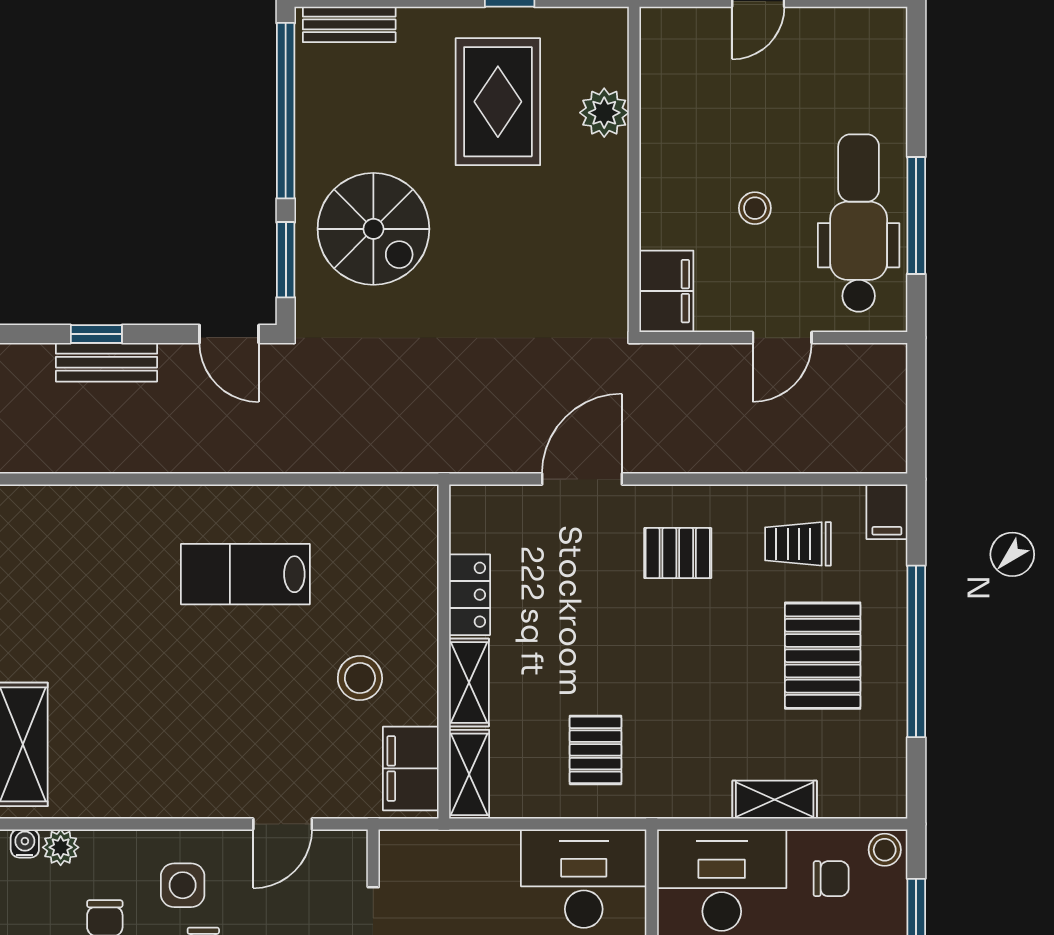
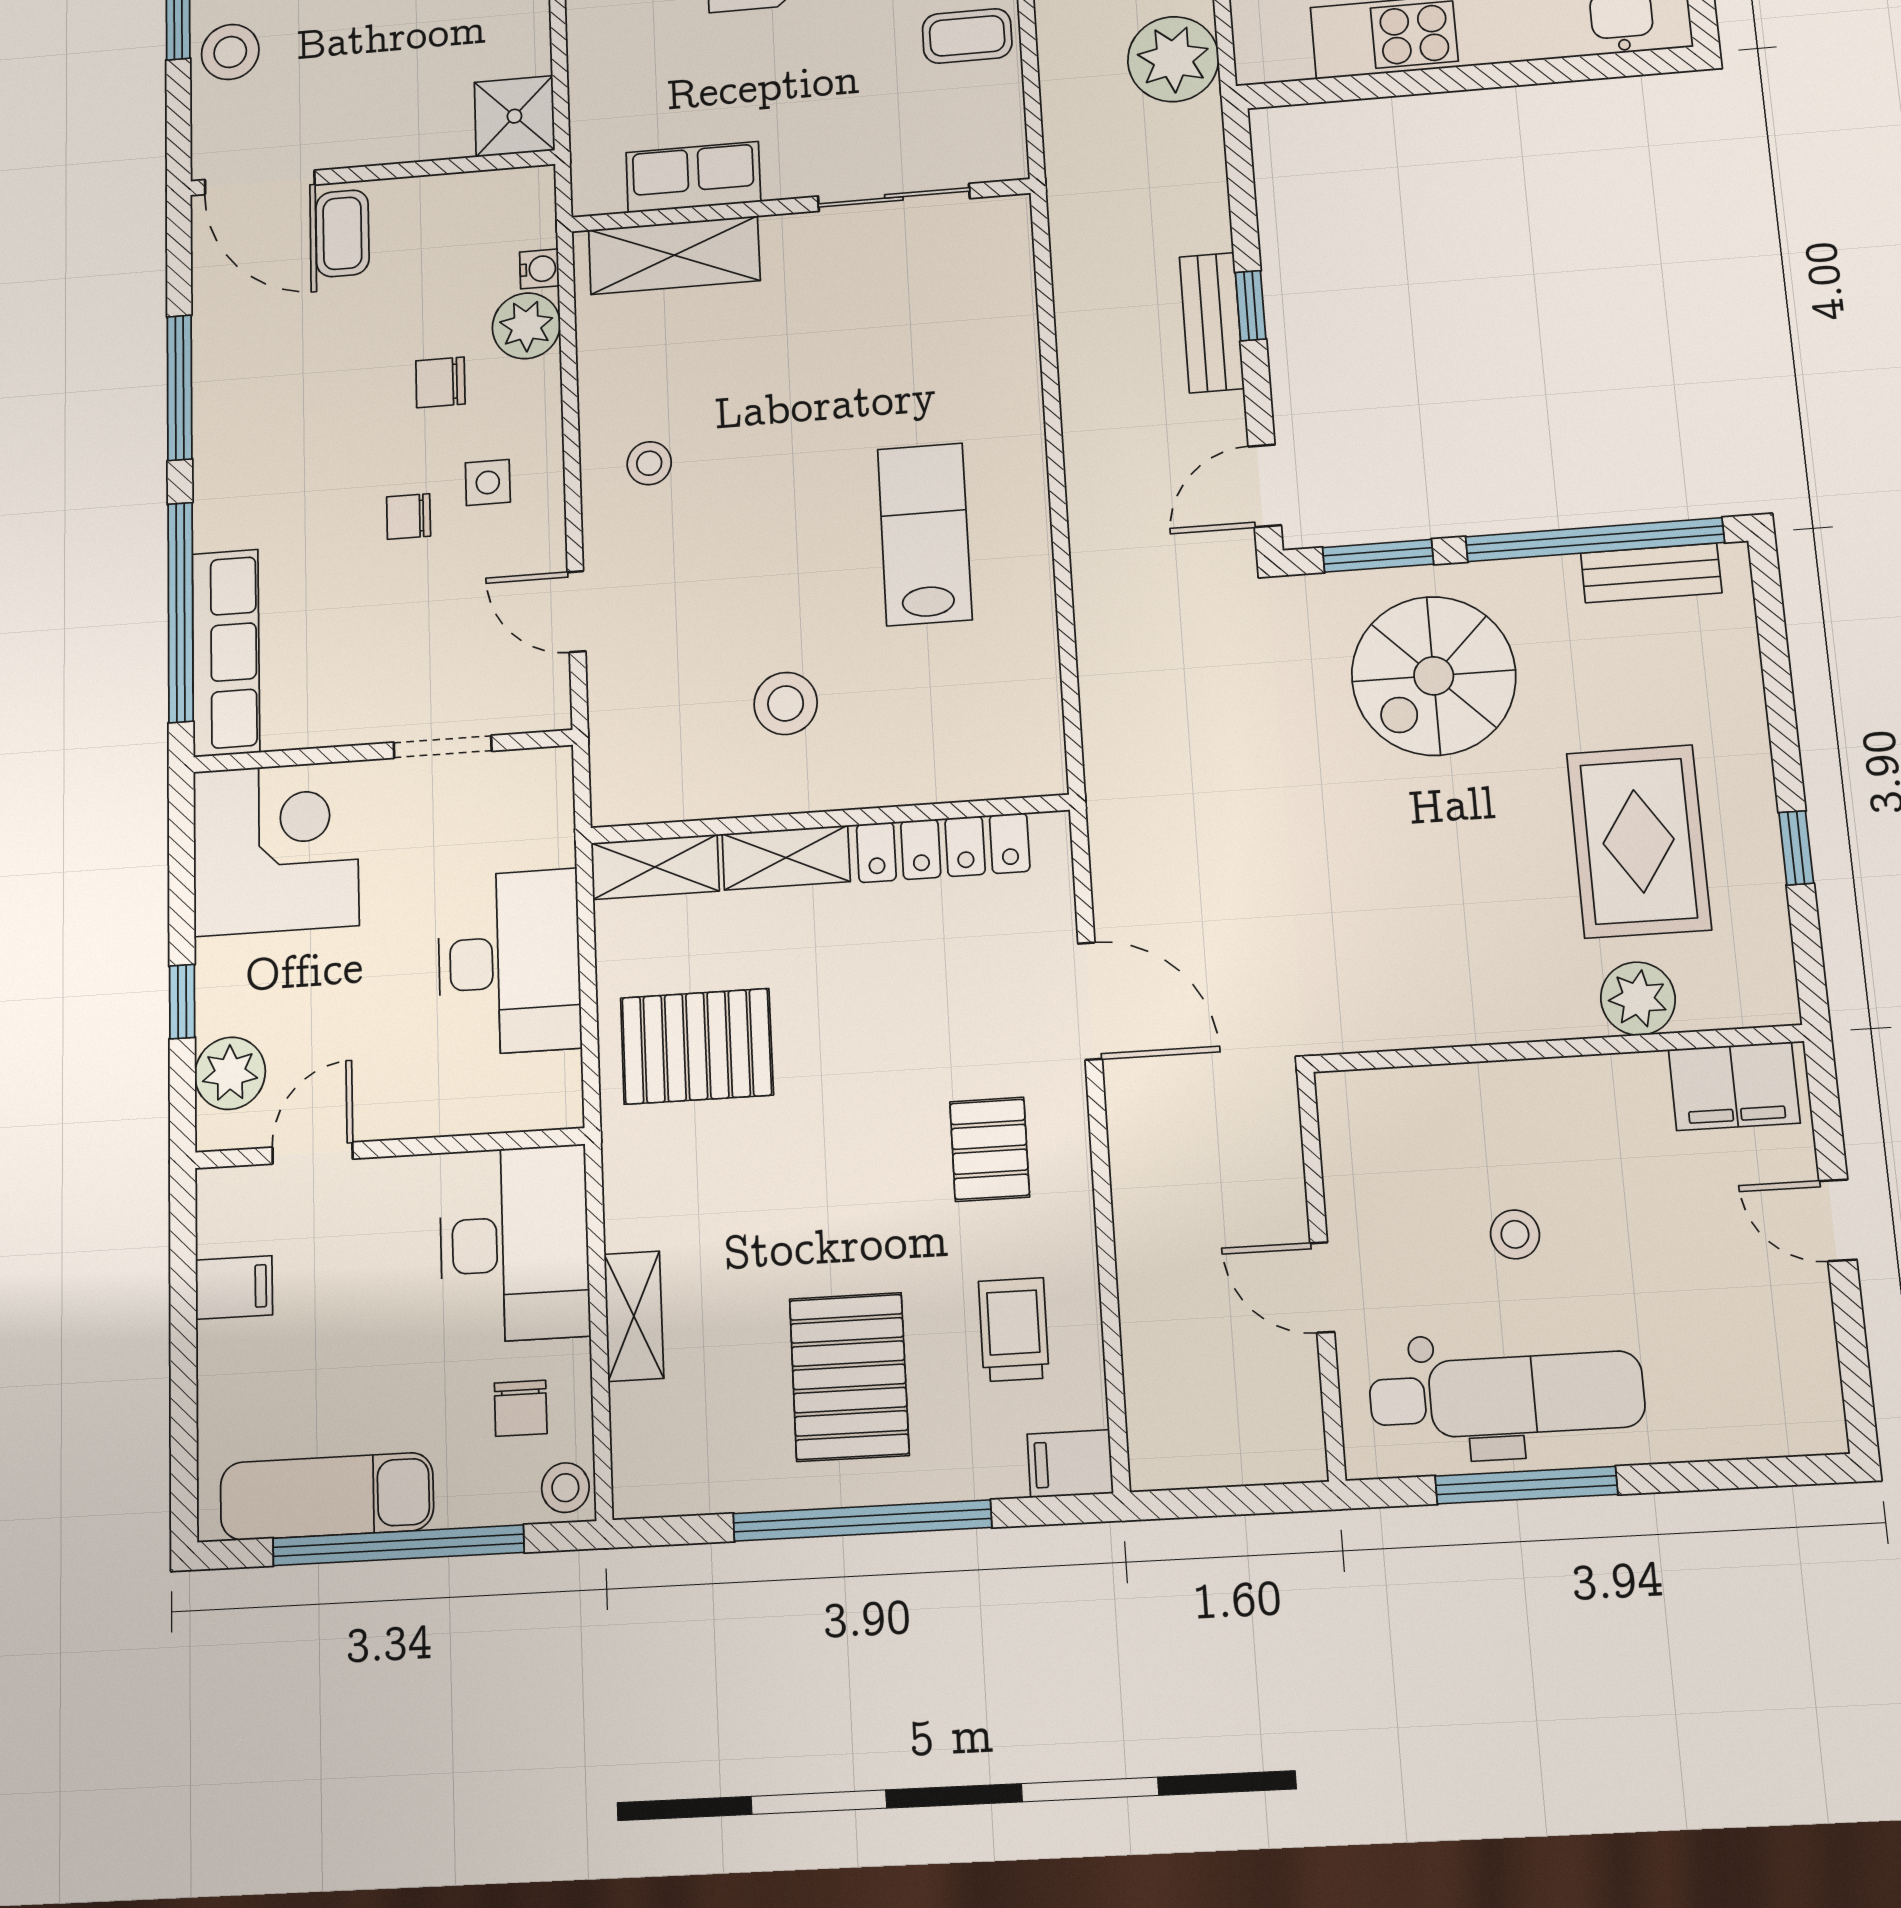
bench: (349, 24) -> (1651, 573), moved, turned 90
rug: (498, 102) -> (1639, 841), turned 90
filing cabinet: (666, 291) -> (1734, 1086), moved
locker: (470, 595) -> (943, 848), width x1.53
pallet: (823, 656) -> (849, 1377), turned 90
pallet: (596, 750) -> (697, 1046), width x1.50, depth x1.42
stool: (178, 768) -> (649, 463), added
filing cabinet: (411, 768) -> (660, 784), removed
plant: (61, 847) -> (526, 326), width x1.38, depth x1.38
desk: (584, 879) -> (509, 962), moved
side table: (183, 885) -> (488, 482), width x0.73, depth x0.73

